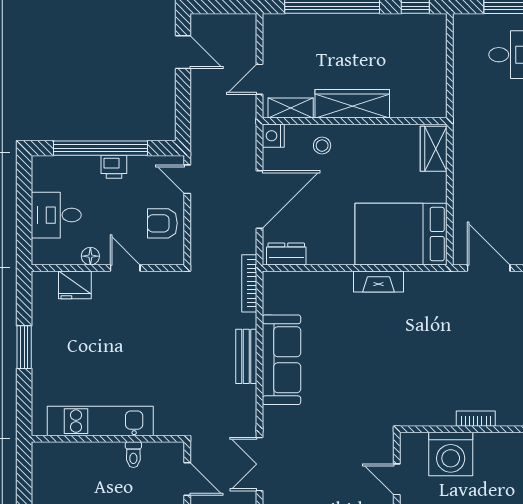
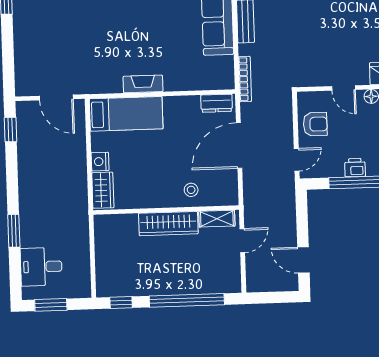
nightstand: (273, 136) -> (100, 162), moved, turned 180
door: (187, 179) -> (297, 160), hinge flipped
bed: (401, 234) -> (126, 114), width x0.67

